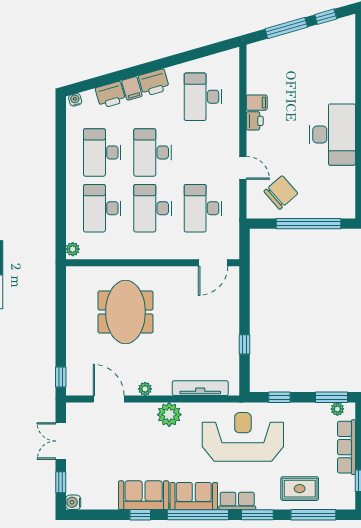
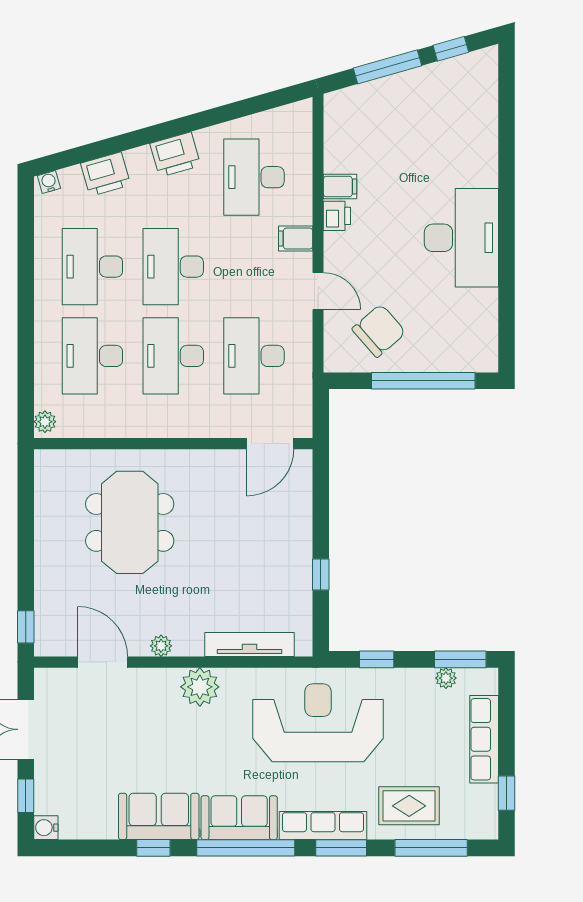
filing cabinet: (132, 88) -> (296, 239), moved, turned 106
plant: (337, 409) -> (446, 678), moved
row of seats: (237, 501) -> (323, 826), width x1.48

